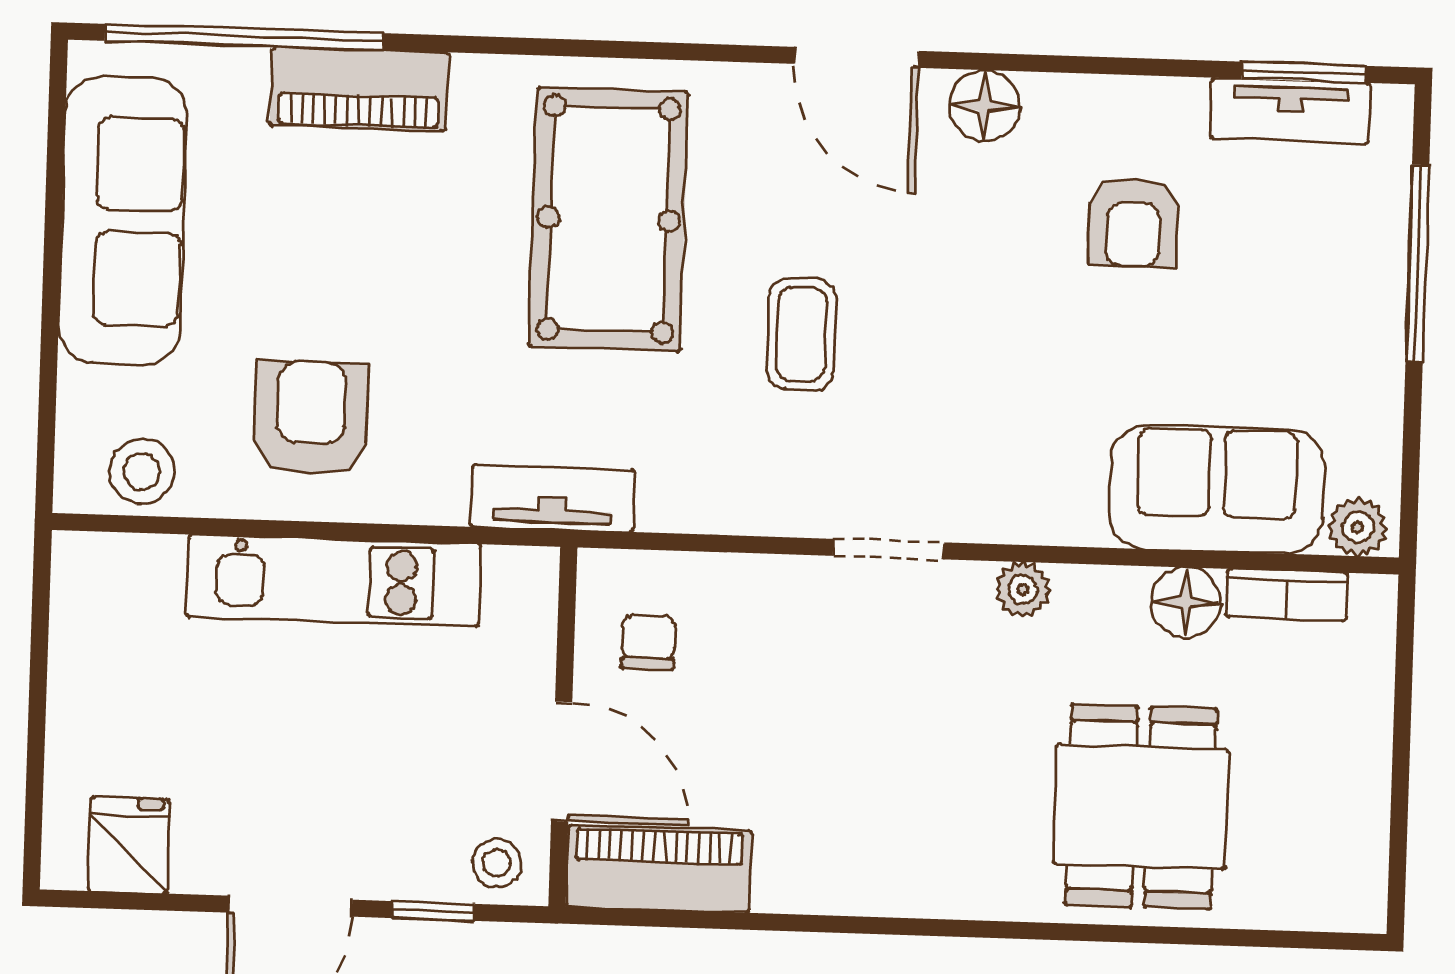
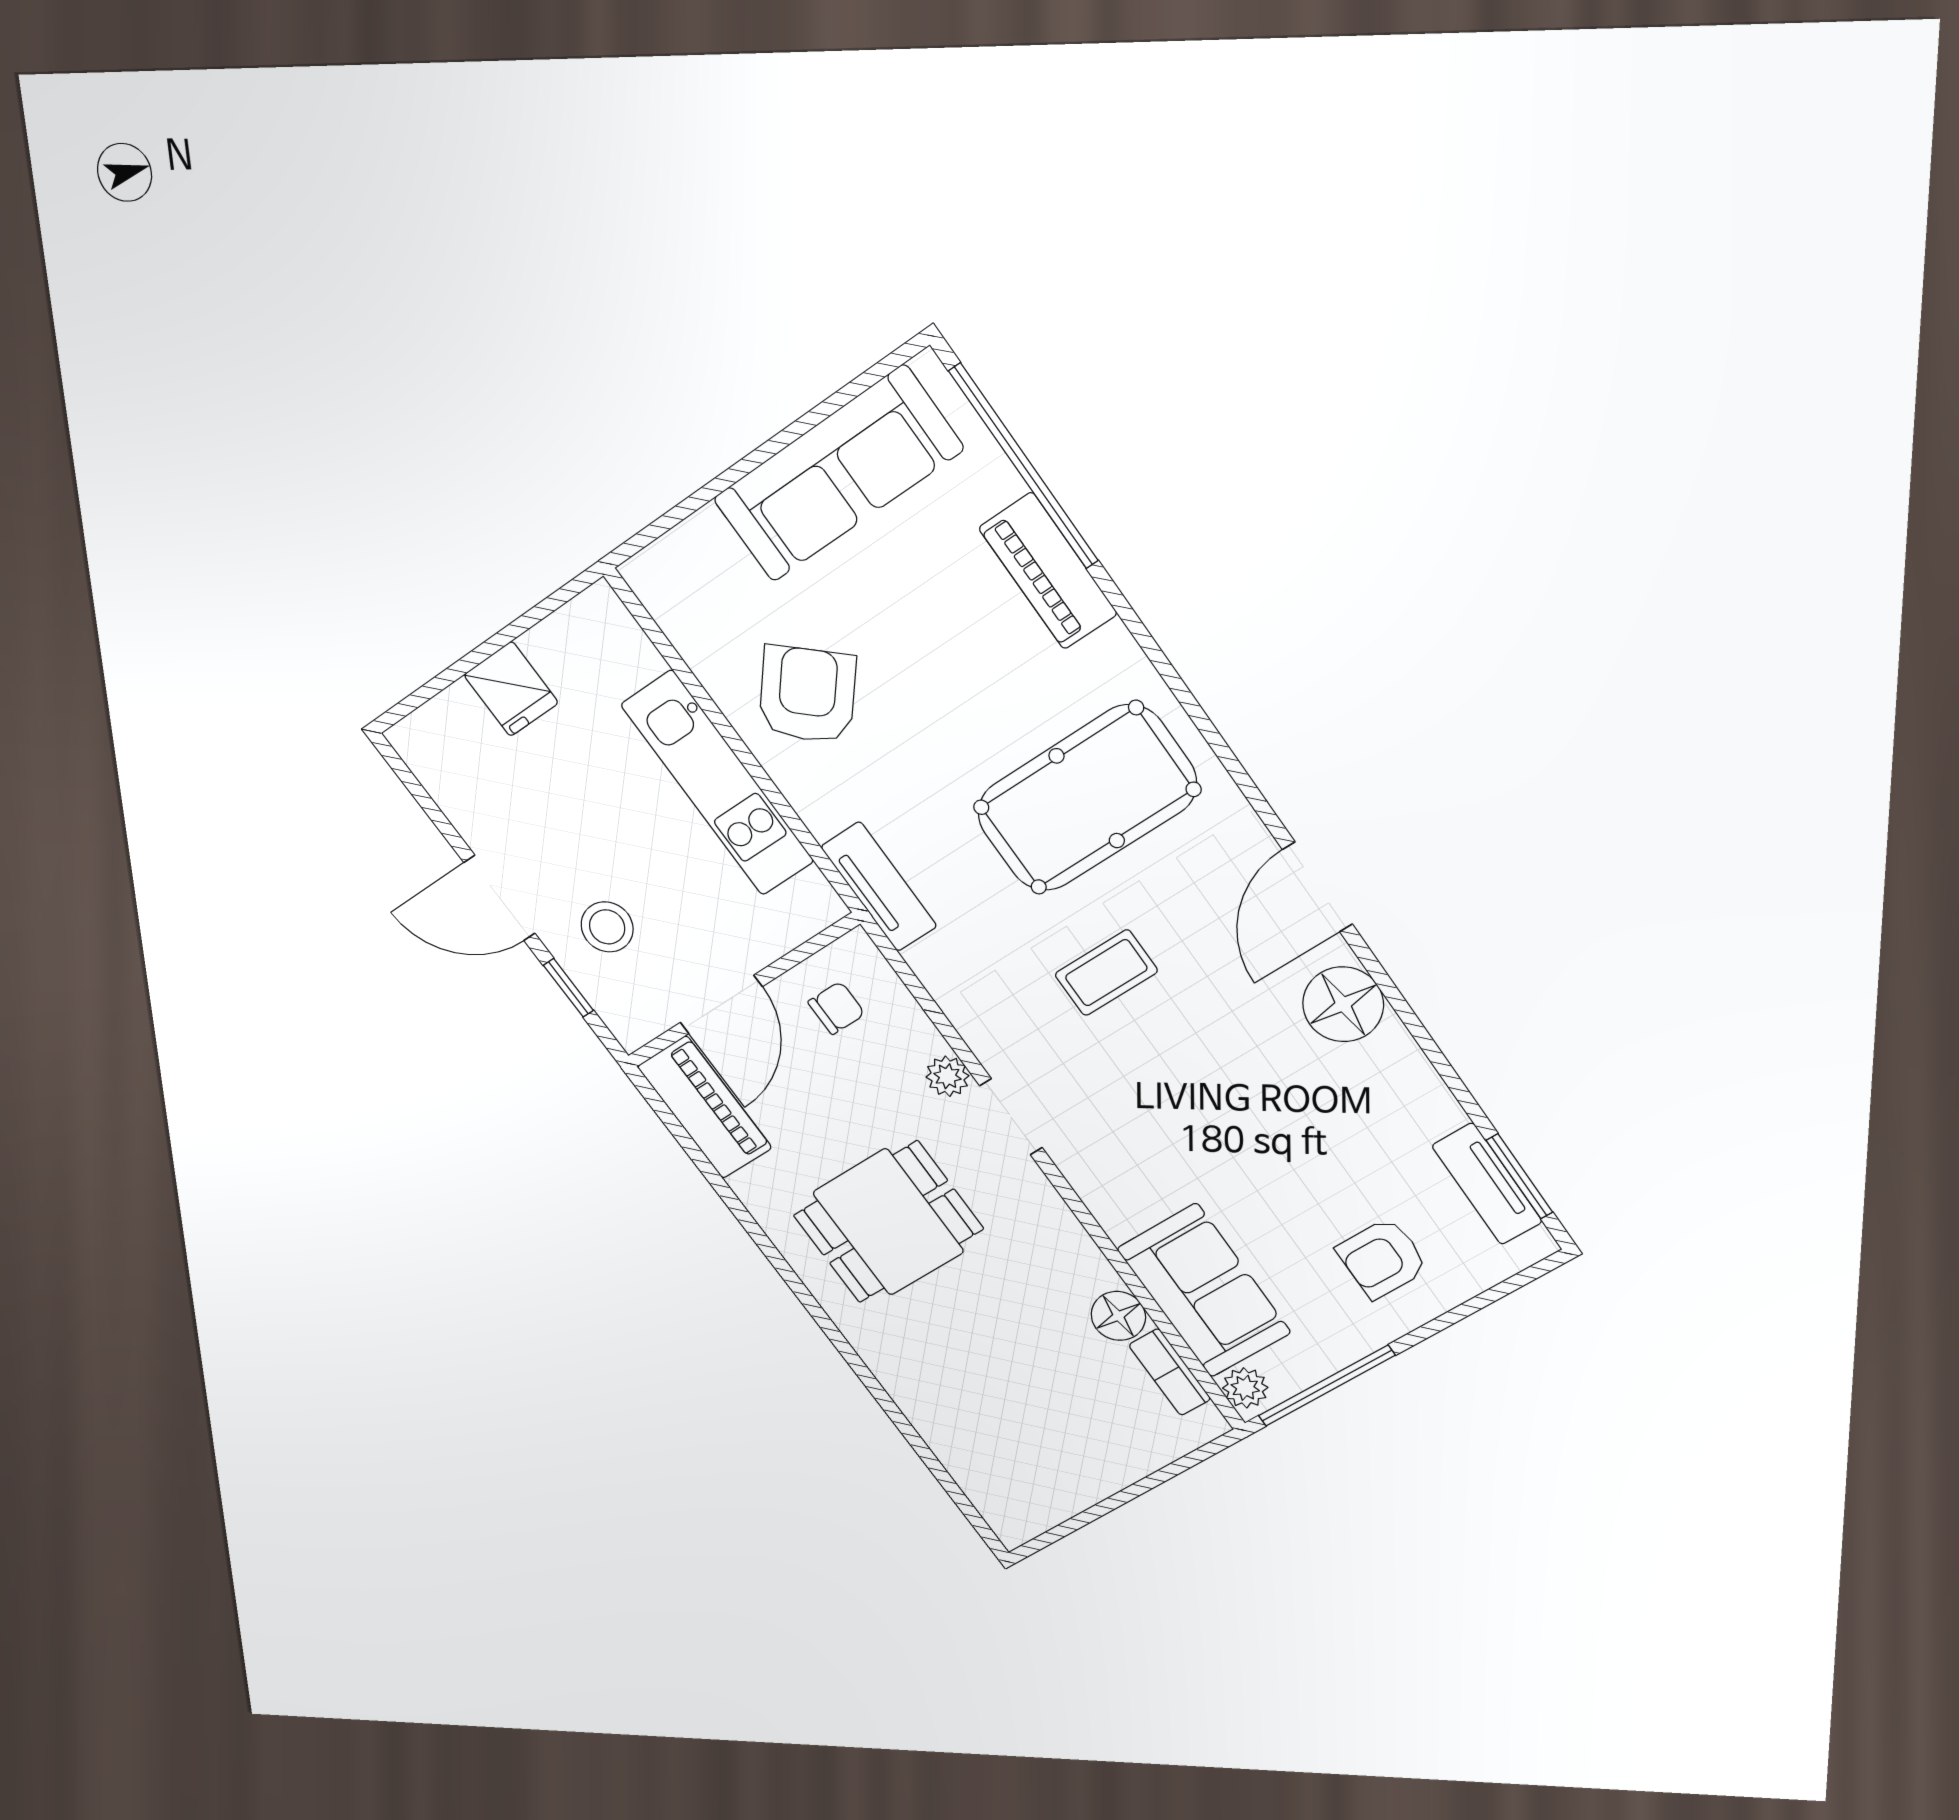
floor lamp: (985, 106) -> (1343, 1004), width x1.38, depth x1.38
armchair: (1133, 222) -> (1382, 1258), moved
window: (1417, 263) -> (1327, 1386), moved
armchair: (311, 419) -> (807, 695), turned -49
stool: (142, 472) -> (687, 608), removed
plant: (1023, 590) -> (948, 1076), moved
dining table: (1141, 807) -> (888, 1222), moved
fridge: (129, 845) -> (511, 689), moved, turned 90
stool: (497, 863) -> (607, 927), moved, width x1.37, depth x1.37

